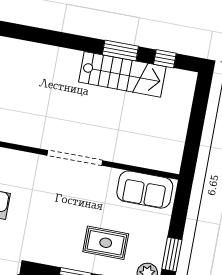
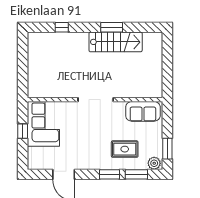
window: (165, 59) -> (62, 27), moved

